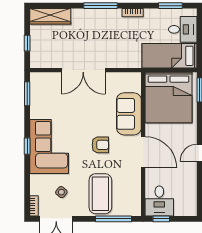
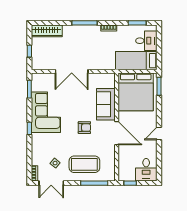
corner sofa: (49, 147) -> (46, 112), moved
coffee table: (100, 194) -> (84, 164), turned 90
desk: (159, 201) -> (146, 170), moved

